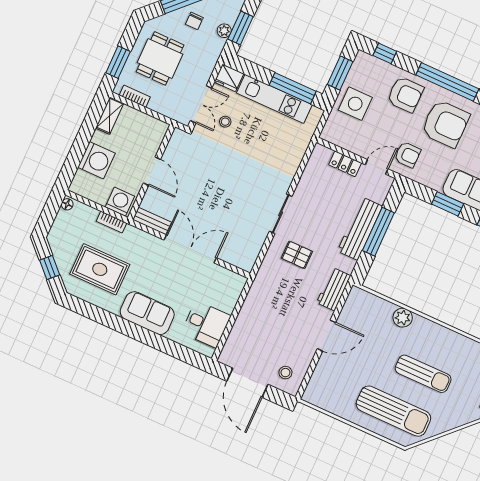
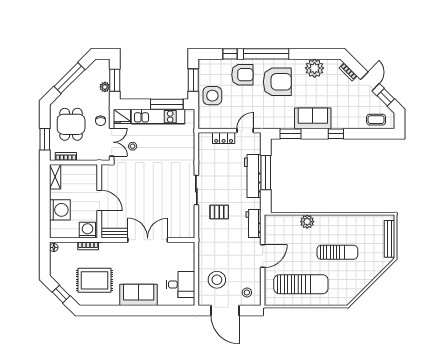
chair: (194, 21) -> (101, 121), moved
window: (385, 53) -> (230, 54), moved
armchair: (407, 155) -> (262, 113), removed
window: (448, 204) -> (291, 134), moved
stool: (255, 339) -> (217, 280), added
sun lounger: (393, 411) -> (301, 284), moved

